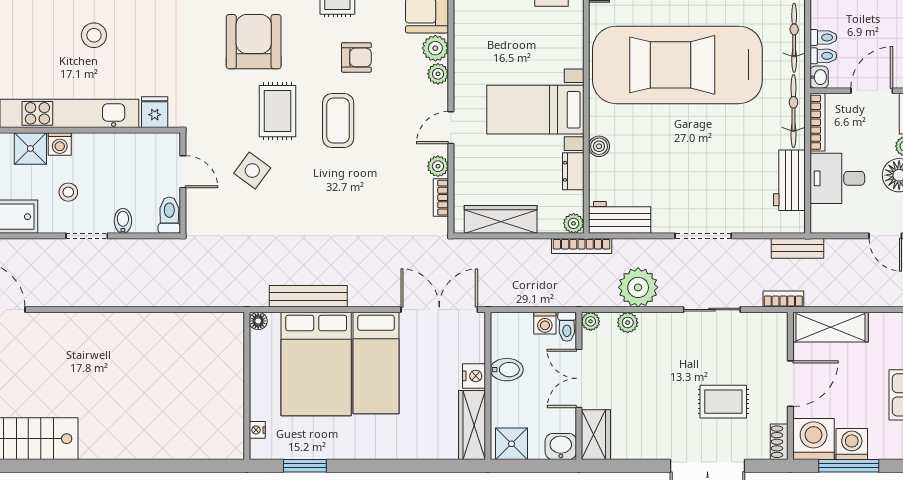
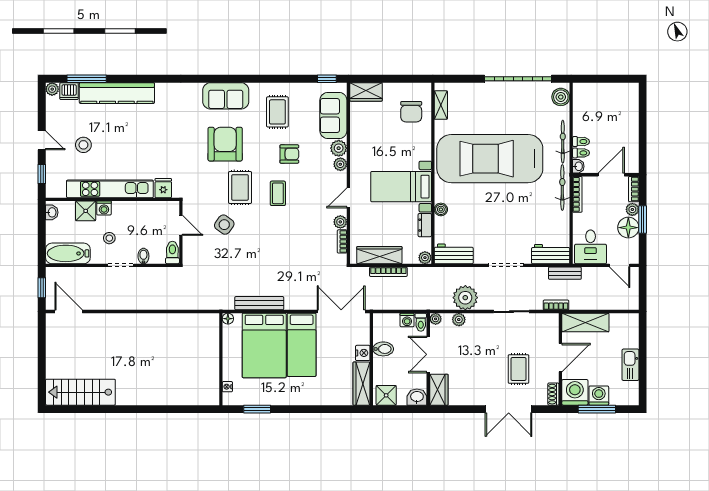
stool: (94, 35) -> (83, 145), moved
coffee table: (338, 121) -> (278, 193), width x0.73, depth x0.77
desk: (837, 178) -> (591, 247), moved, turned -90
workbench: (789, 180) -> (551, 254), moved, turned 90
bookcase: (582, 246) -> (388, 272), moved
rug: (723, 402) -> (519, 369), turned 90

